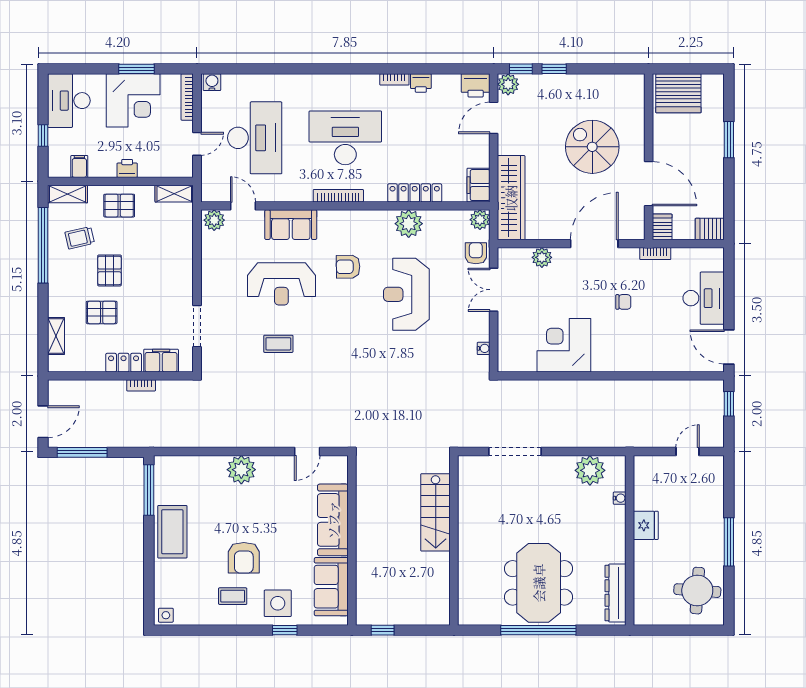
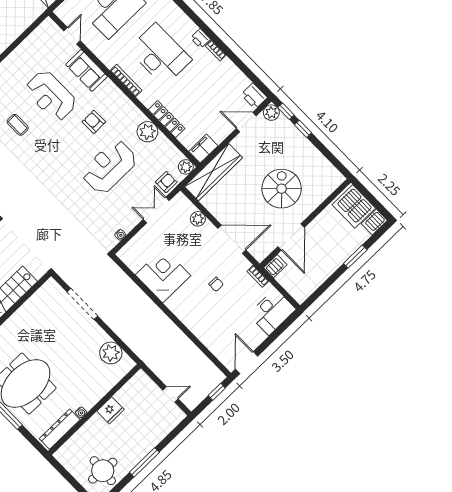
printer: (421, 83) -> (200, 38), moved
plant: (214, 220) -> (50, 28), removed
server rack: (710, 229) -> (374, 222), moved, turned -90
desk: (704, 298) -> (272, 312), moved
water cooler: (620, 498) -> (81, 412), moved

